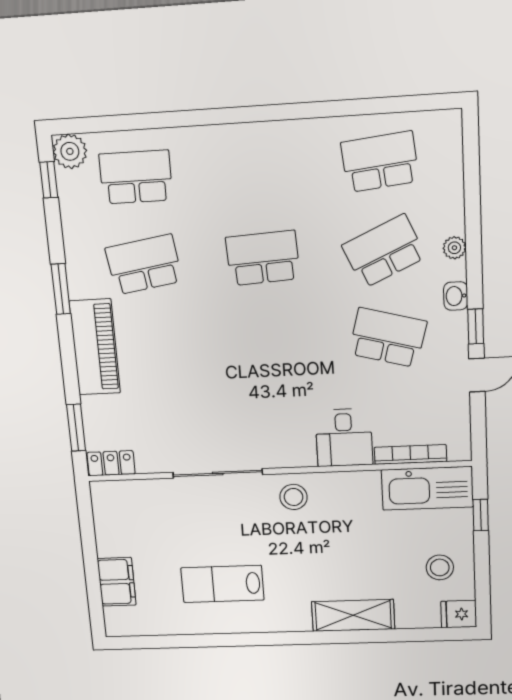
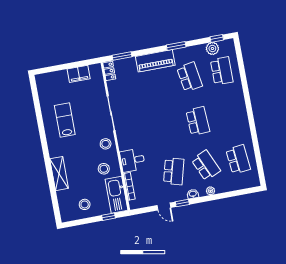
plant: (70, 151) -> (212, 48), moved
stool: (356, 510) -> (104, 169), added
filing cabinet: (117, 582) -> (79, 74), moved
fridge: (459, 614) -> (66, 215), removed

